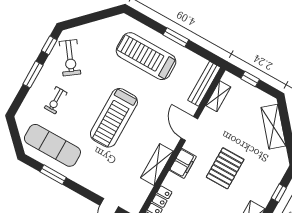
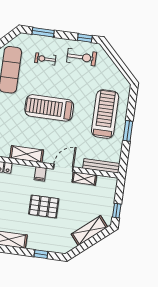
exercise bike: (70, 58) -> (82, 57), turned -144
window: (33, 75) -> (43, 32), moved
window: (250, 79) -> (117, 211), moved
shelving: (218, 96) -> (84, 178), moved
filing cabinet: (183, 163) -> (40, 174), width x0.50

